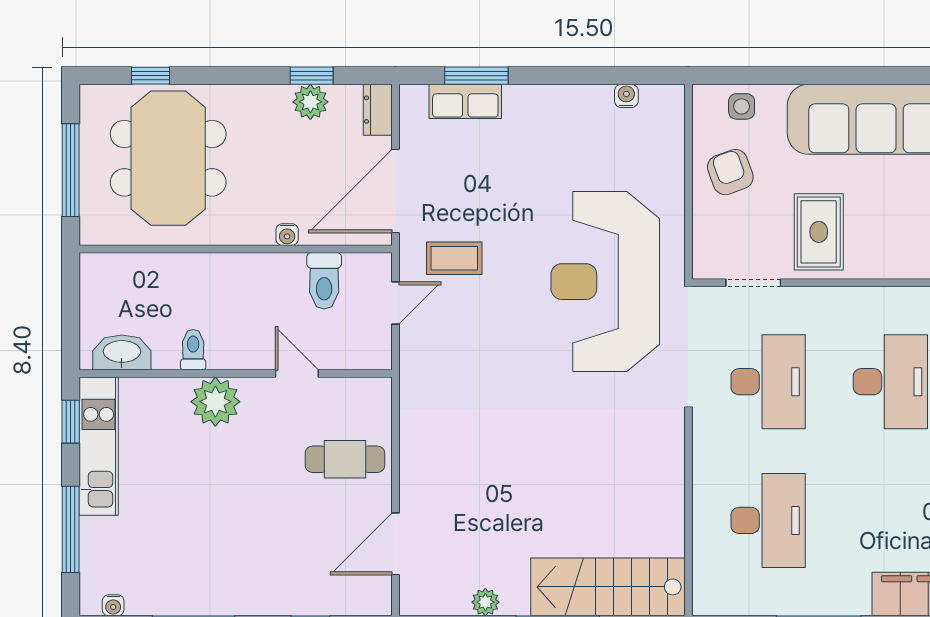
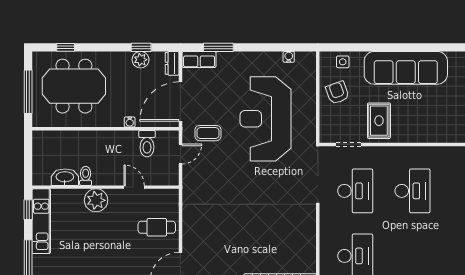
row of seats: (465, 101) -> (199, 59), moved
meeting table: (168, 158) -> (74, 86), turned 90
reception desk: (605, 282) -> (266, 119), moved
washbasin: (122, 353) -> (65, 177), moved

